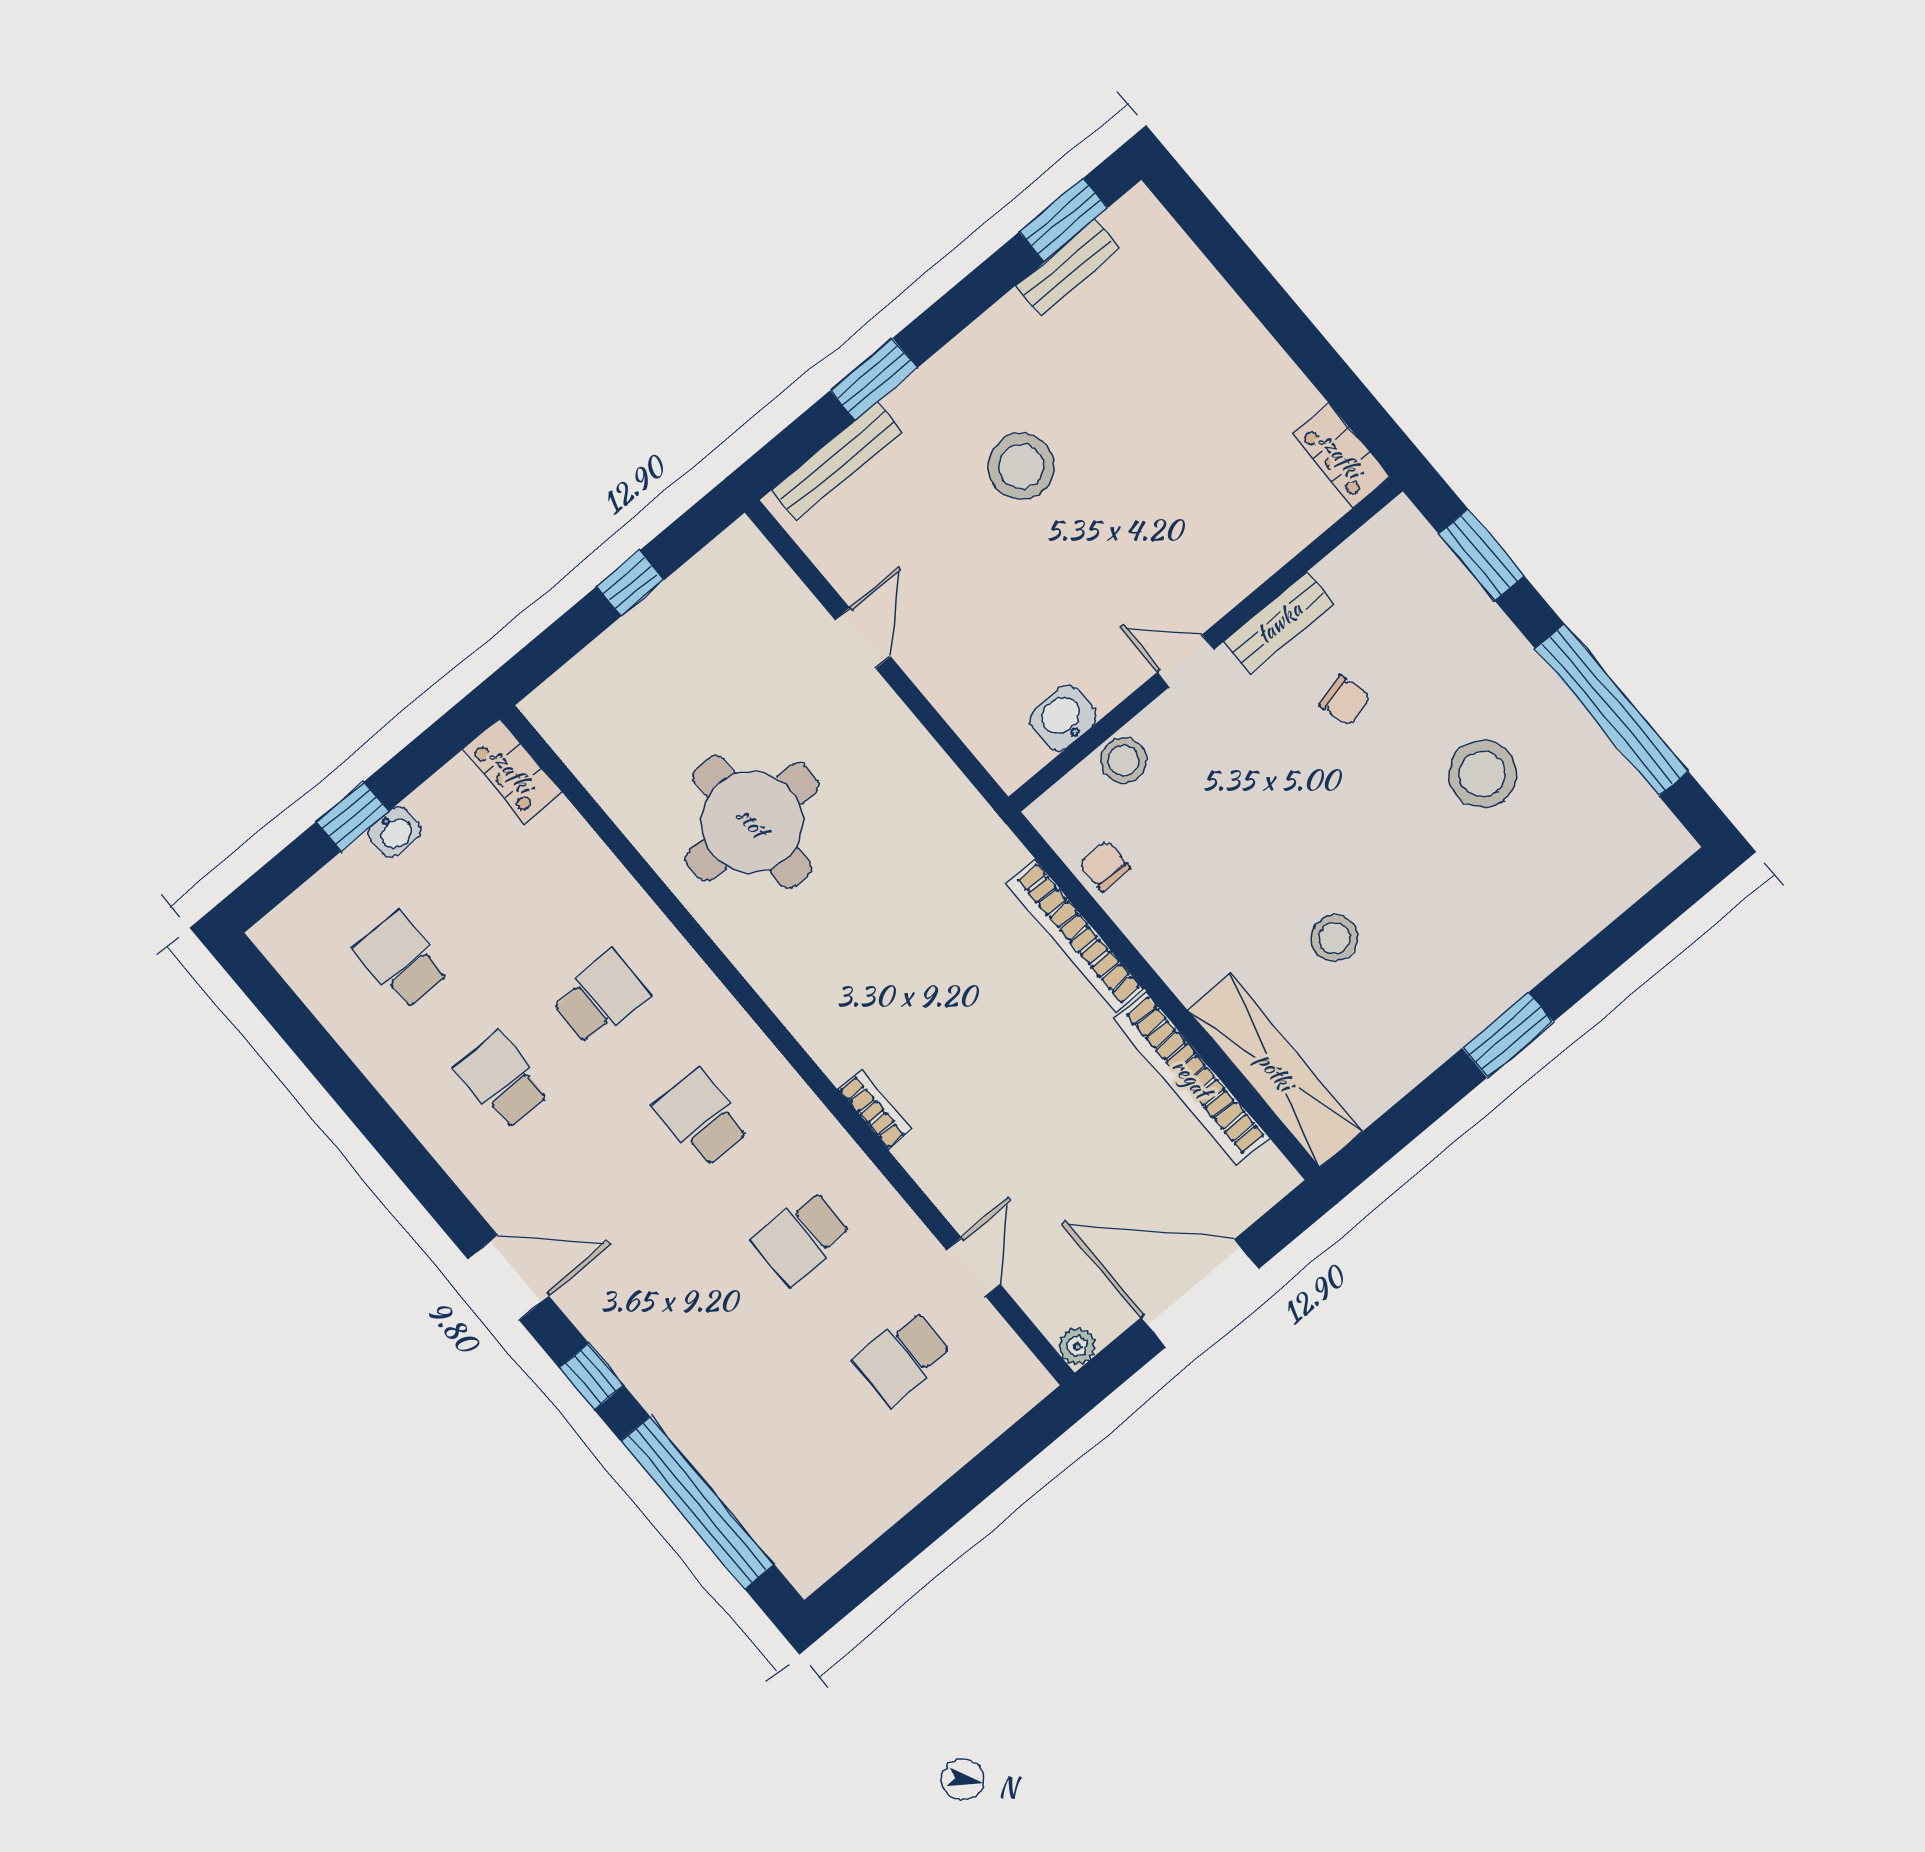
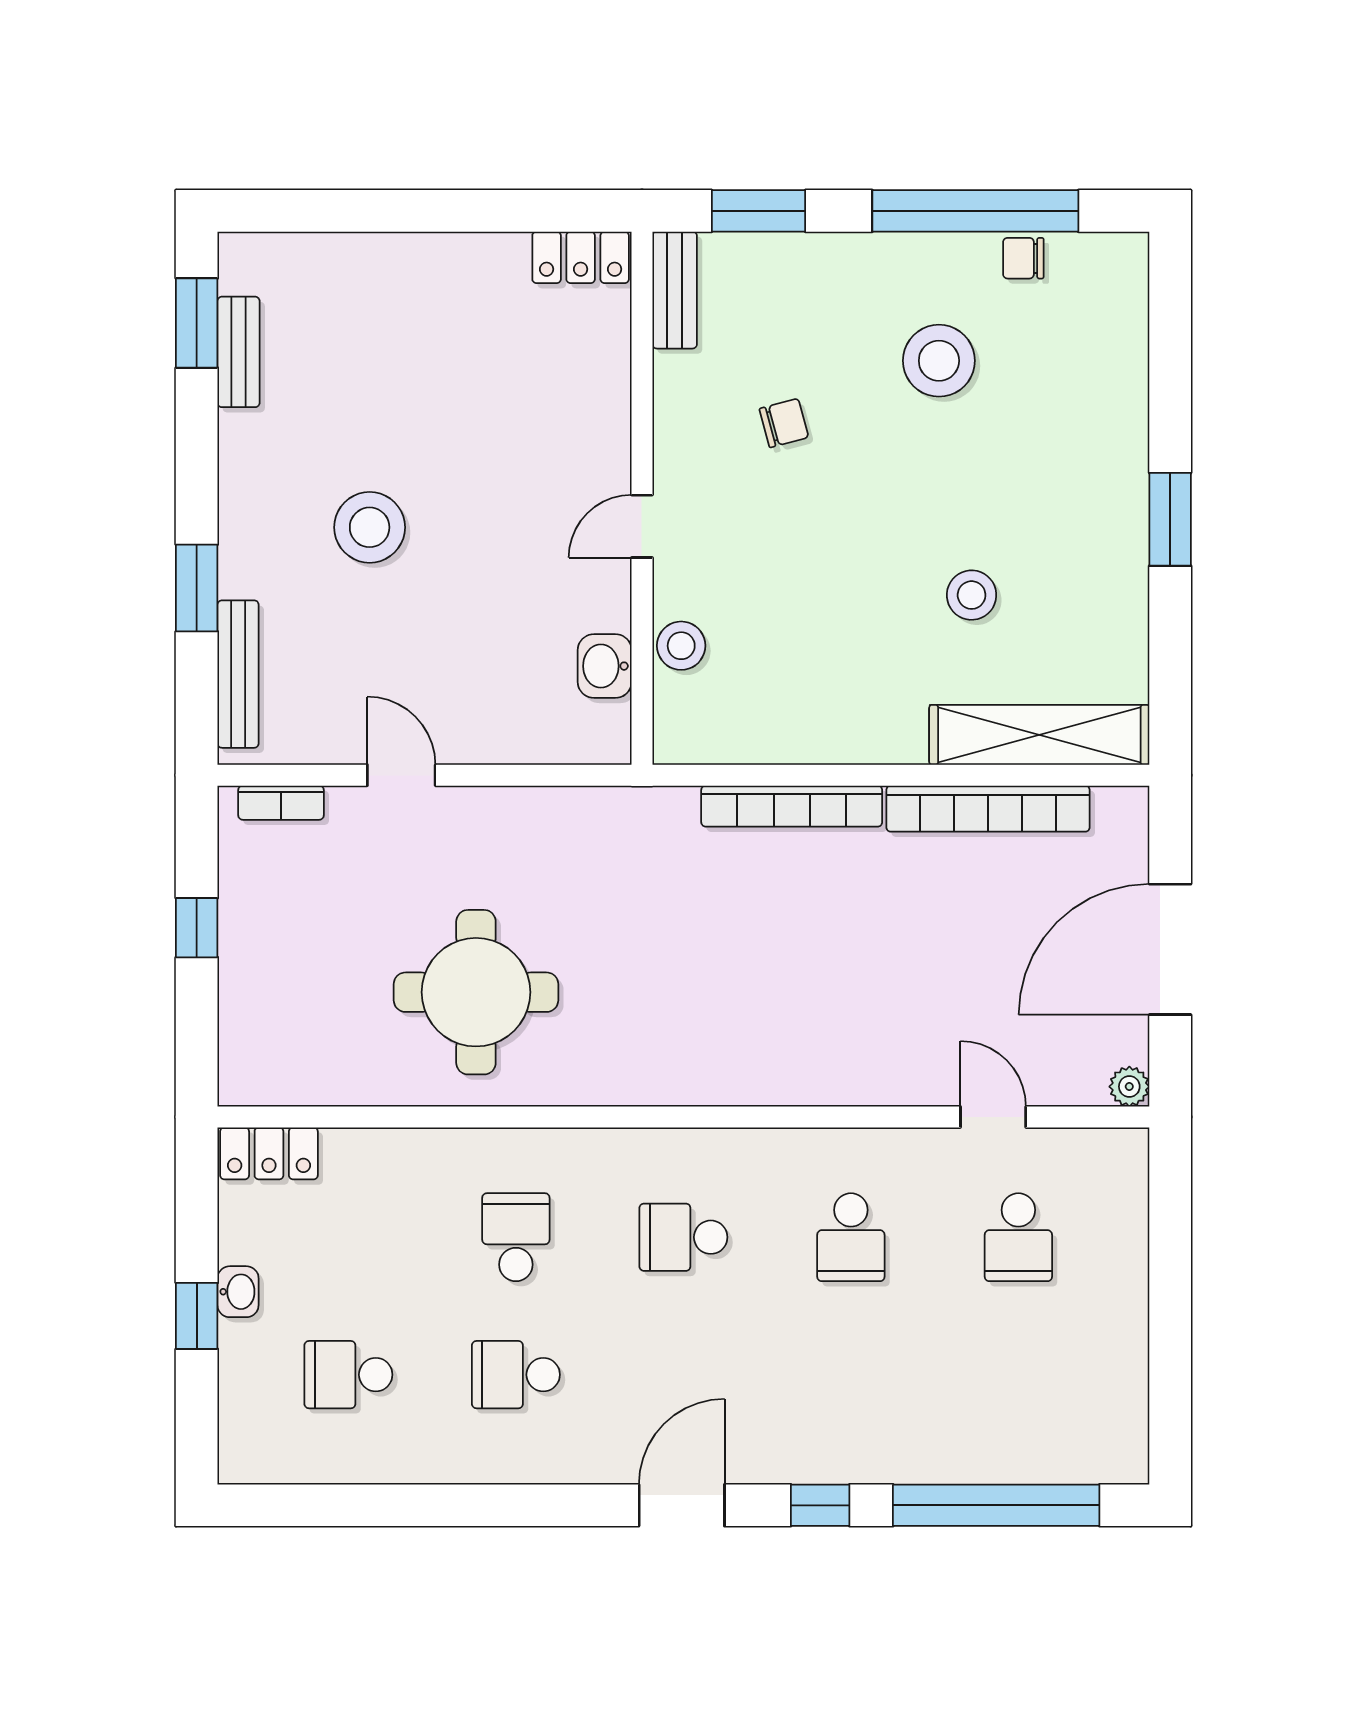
bench: (1279, 622) -> (675, 290), moved
chair: (1105, 866) -> (1023, 258), moved
bookcase: (875, 1110) -> (281, 803), moved, turned 180

